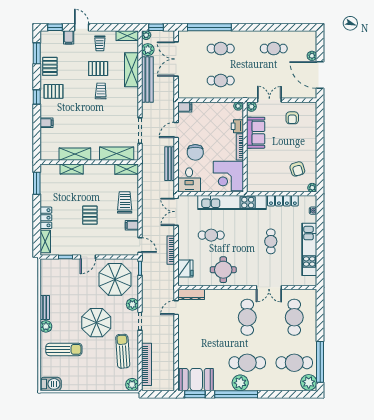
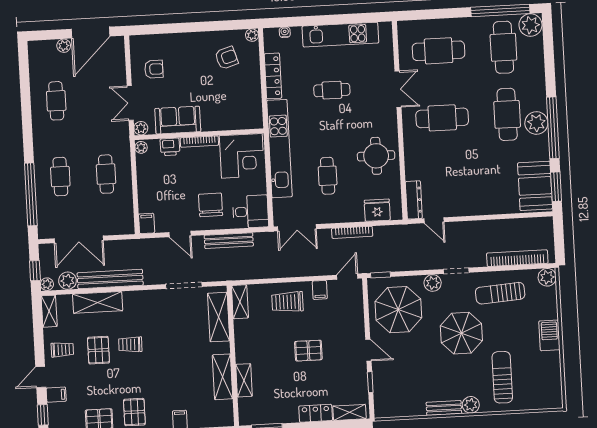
chair: (195, 152) -> (211, 205), turned -90
barbecue: (51, 384) -> (549, 335), moved

